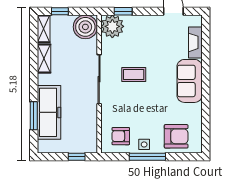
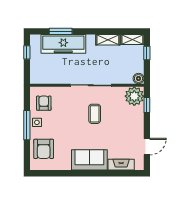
boiler: (85, 27) -> (139, 78), width x0.54, depth x0.54
window: (77, 157) -> (27, 52), moved

